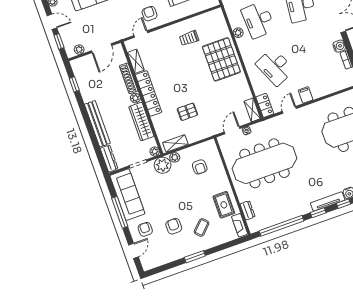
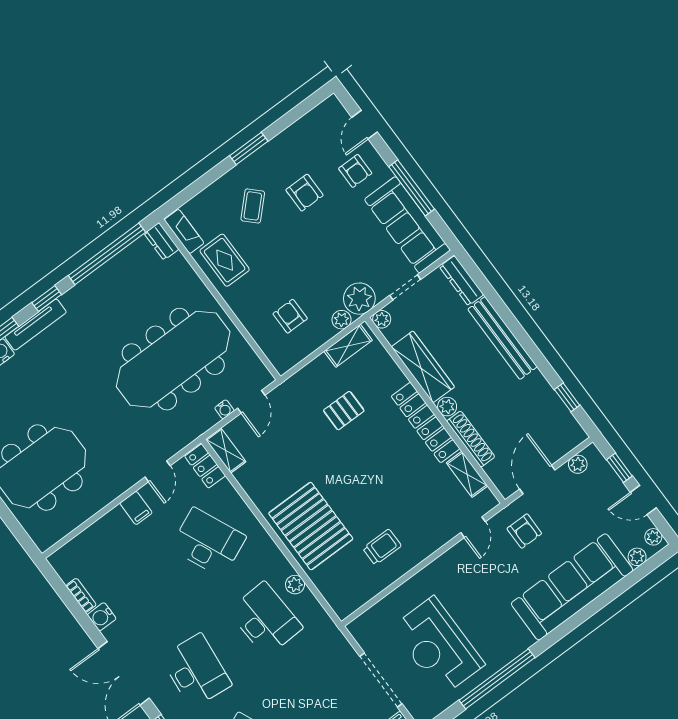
armchair: (149, 14) -> (524, 531), moved
dresser: (248, 210) -> (162, 241), moved

